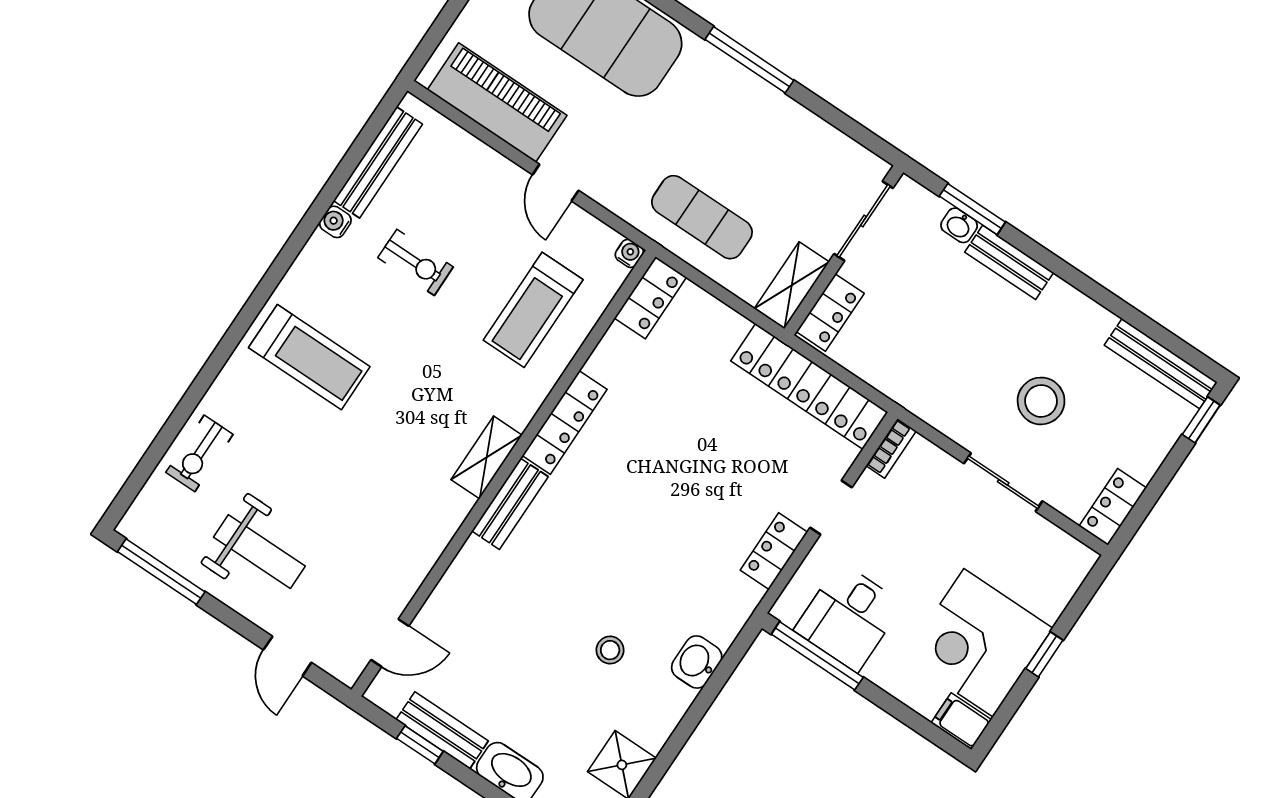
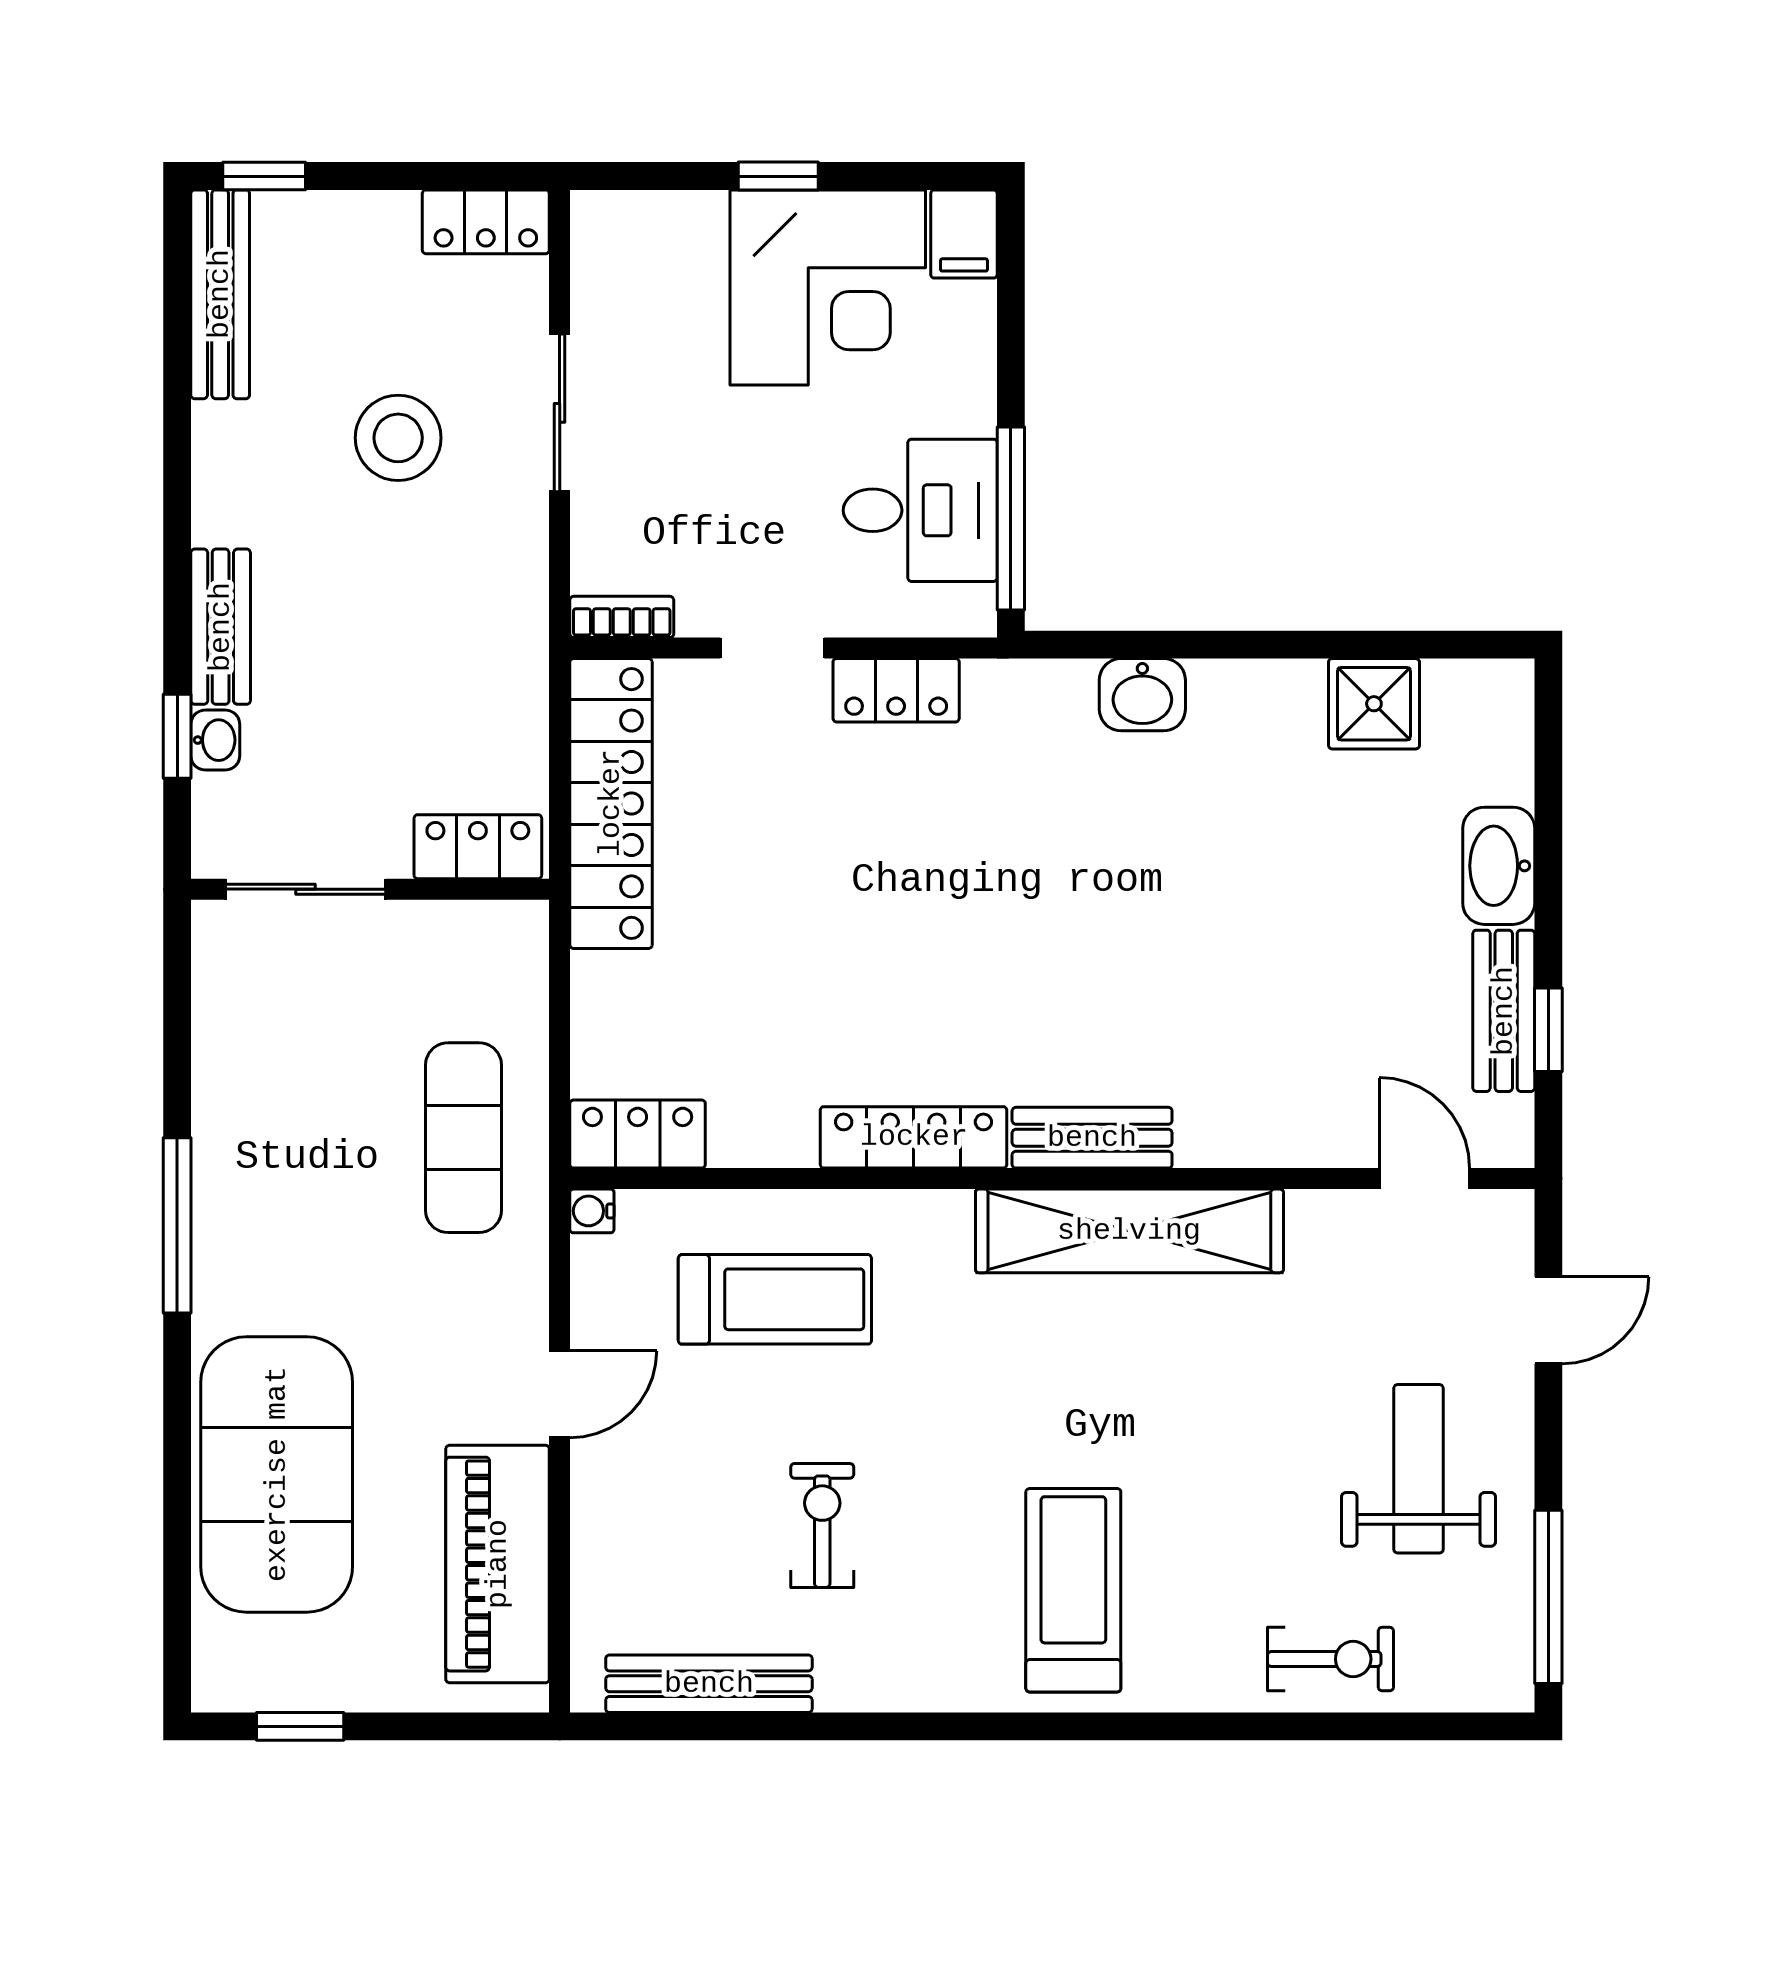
window: (972, 209) -> (177, 736), width x0.67
water cooler: (335, 222) -> (842, 1688), removed
shelving: (792, 285) -> (476, 933), removed
shelving: (487, 457) -> (1129, 1231), width x2.20, depth x1.33
stool: (610, 650) -> (1212, 838), removed

